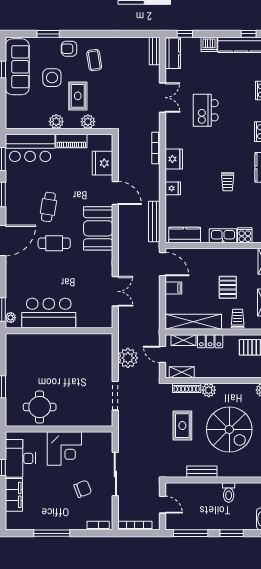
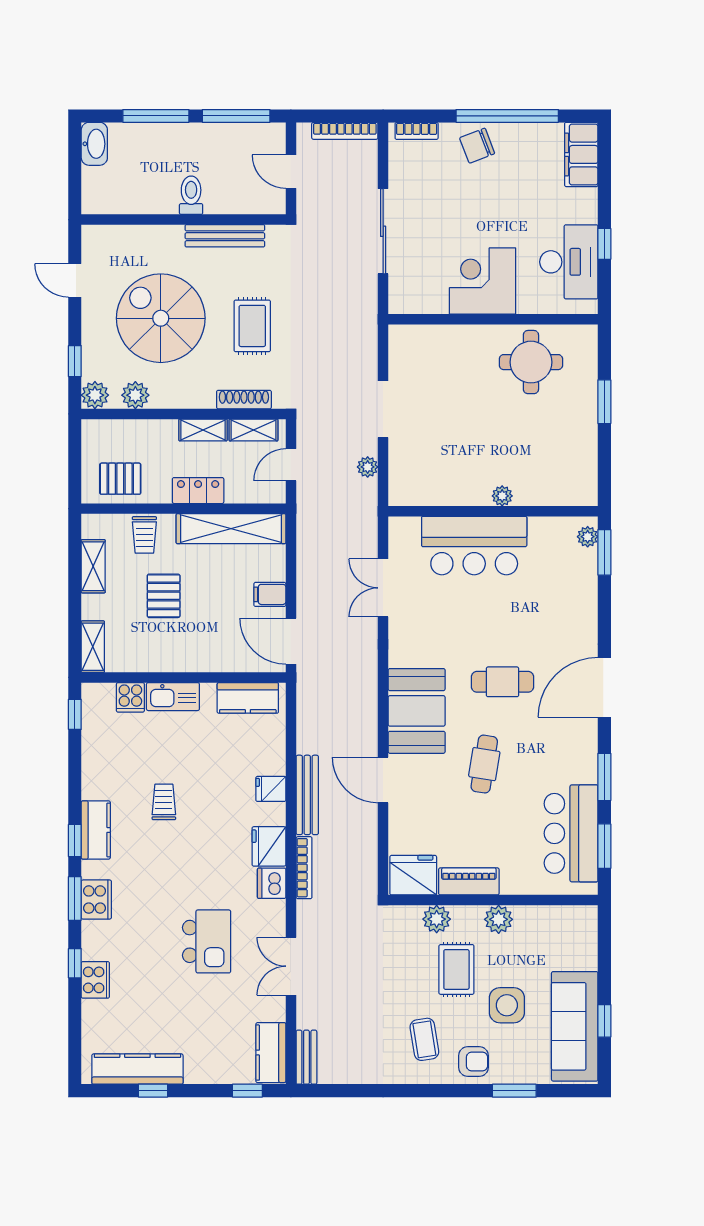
window: (249, 34) -> (153, 1091), moved
dishwasher: (209, 44) -> (272, 883), moved, turned -90
bar counter: (30, 148) -> (571, 833), moved, turned -90
fridge: (103, 163) -> (413, 875), moved, turned -90
cafe table: (48, 207) -> (484, 764), moved
bench: (154, 222) -> (307, 795), moved
bar counter: (49, 313) -> (474, 546), moved
plant: (54, 338) -> (502, 496), added
shelving: (184, 340) -> (203, 430), moved
door: (163, 354) -> (291, 465), swing flipped
plant: (128, 358) -> (368, 467), width x0.53, depth x0.53
plant: (209, 390) -> (135, 395), moved
doorway: (115, 396) -> (383, 409), moved
bench: (202, 472) -> (225, 236), width x1.36
chair: (83, 489) -> (477, 146), moved
toilet: (229, 493) -> (191, 195), moved
filing cabinet: (14, 495) -> (581, 154), moved
window: (52, 533) -> (507, 116), width x1.46
window: (232, 533) -> (156, 116), width x1.44

